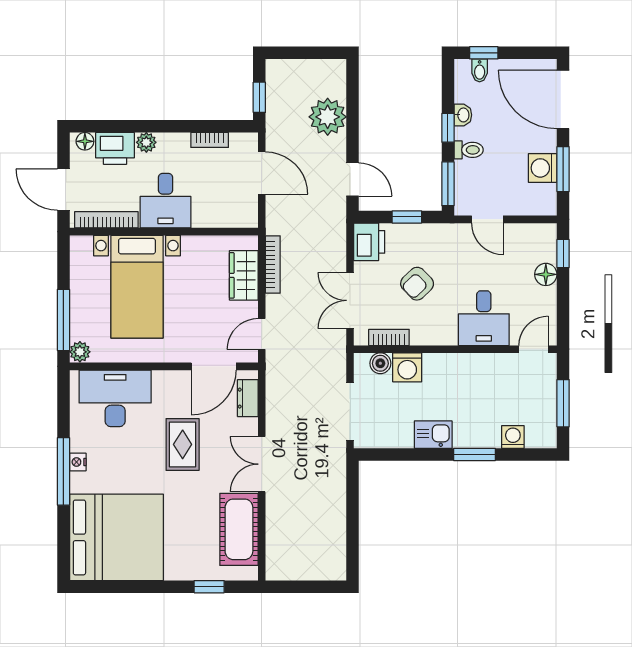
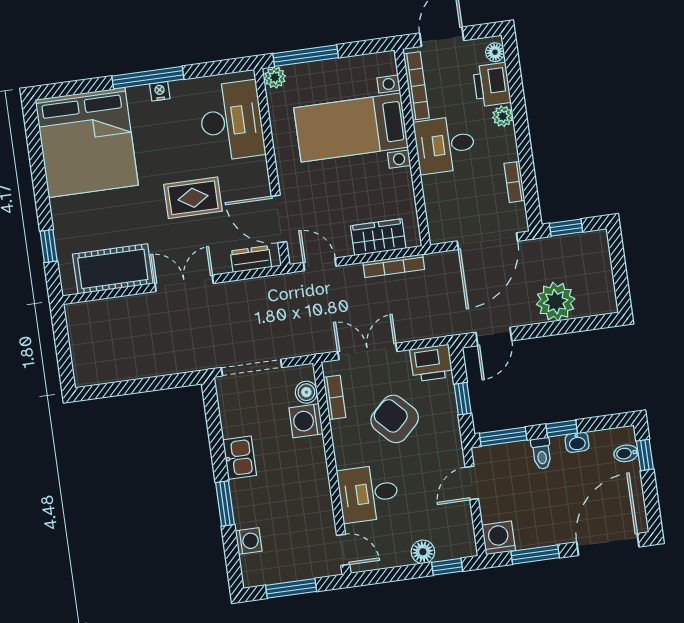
washing machine: (543, 168) -> (499, 538), moved
door: (262, 173) -> (487, 241), width x1.36
armchair: (417, 284) -> (395, 419), width x1.38, depth x1.38

